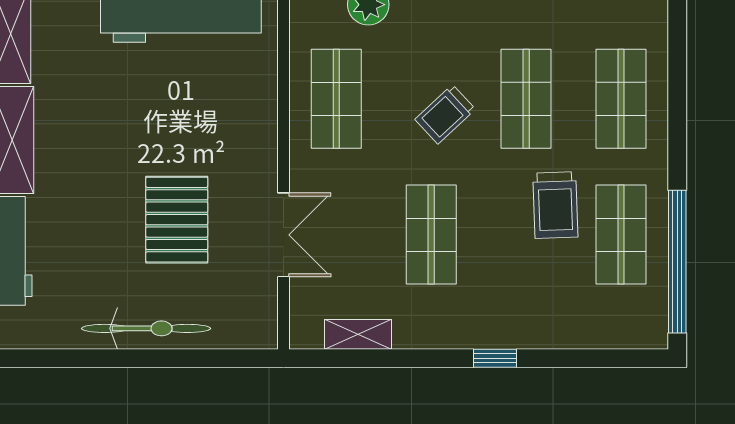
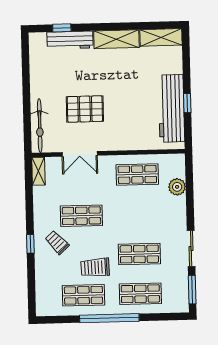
trolley: (445, 114) -> (57, 242), moved
window: (677, 262) -> (109, 318), moved
bicycle: (146, 328) -> (40, 126), moved
shelving: (358, 334) -> (38, 171), moved

